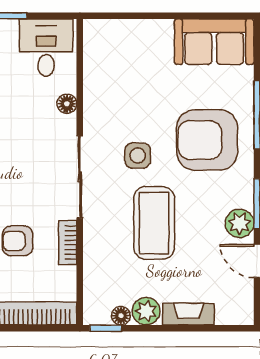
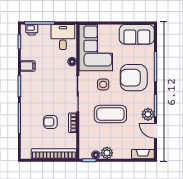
corner sofa: (121, 72) -> (96, 48), added
coffee table: (154, 223) -> (110, 114), turned 90
fireplace: (188, 314) -> (143, 154), moved

